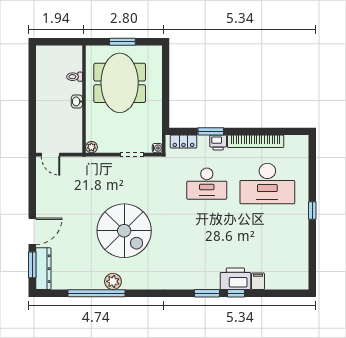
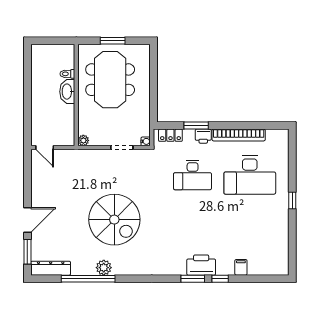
washbasin: (77, 101) -> (67, 92), width x1.91, depth x1.45
dresser: (43, 269) -> (51, 268), moved, turned -90
printer: (235, 279) -> (201, 265), moved

